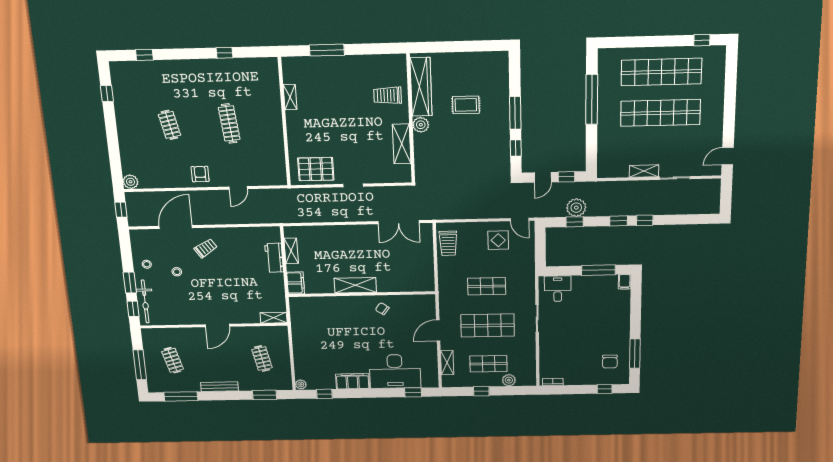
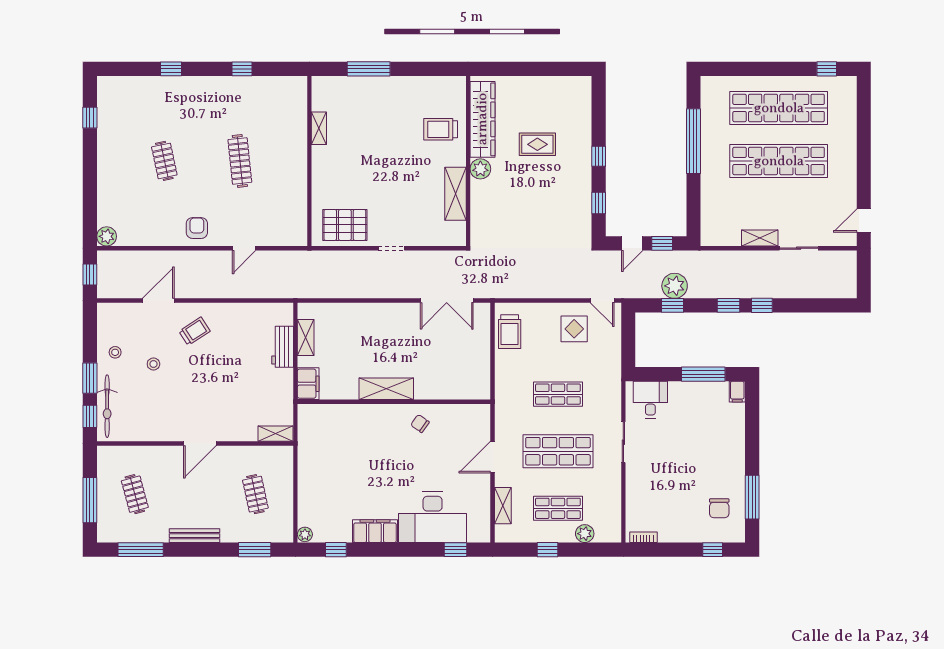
window: (144, 55) -> (171, 69), moved
window: (515, 113) -> (599, 156), width x0.46
door: (176, 227) -> (158, 301), width x0.73

